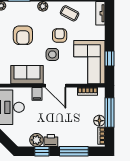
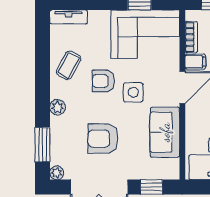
armchair: (23, 35) -> (103, 139), turned 180
filing cabinet: (37, 94) -> (195, 62), moved

